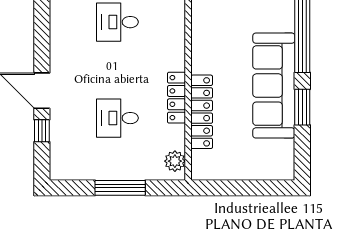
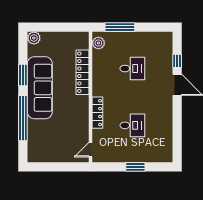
locker: (176, 98) -> (97, 113), moved
plant: (284, 170) -> (34, 38), added
window: (120, 188) -> (120, 27), moved

